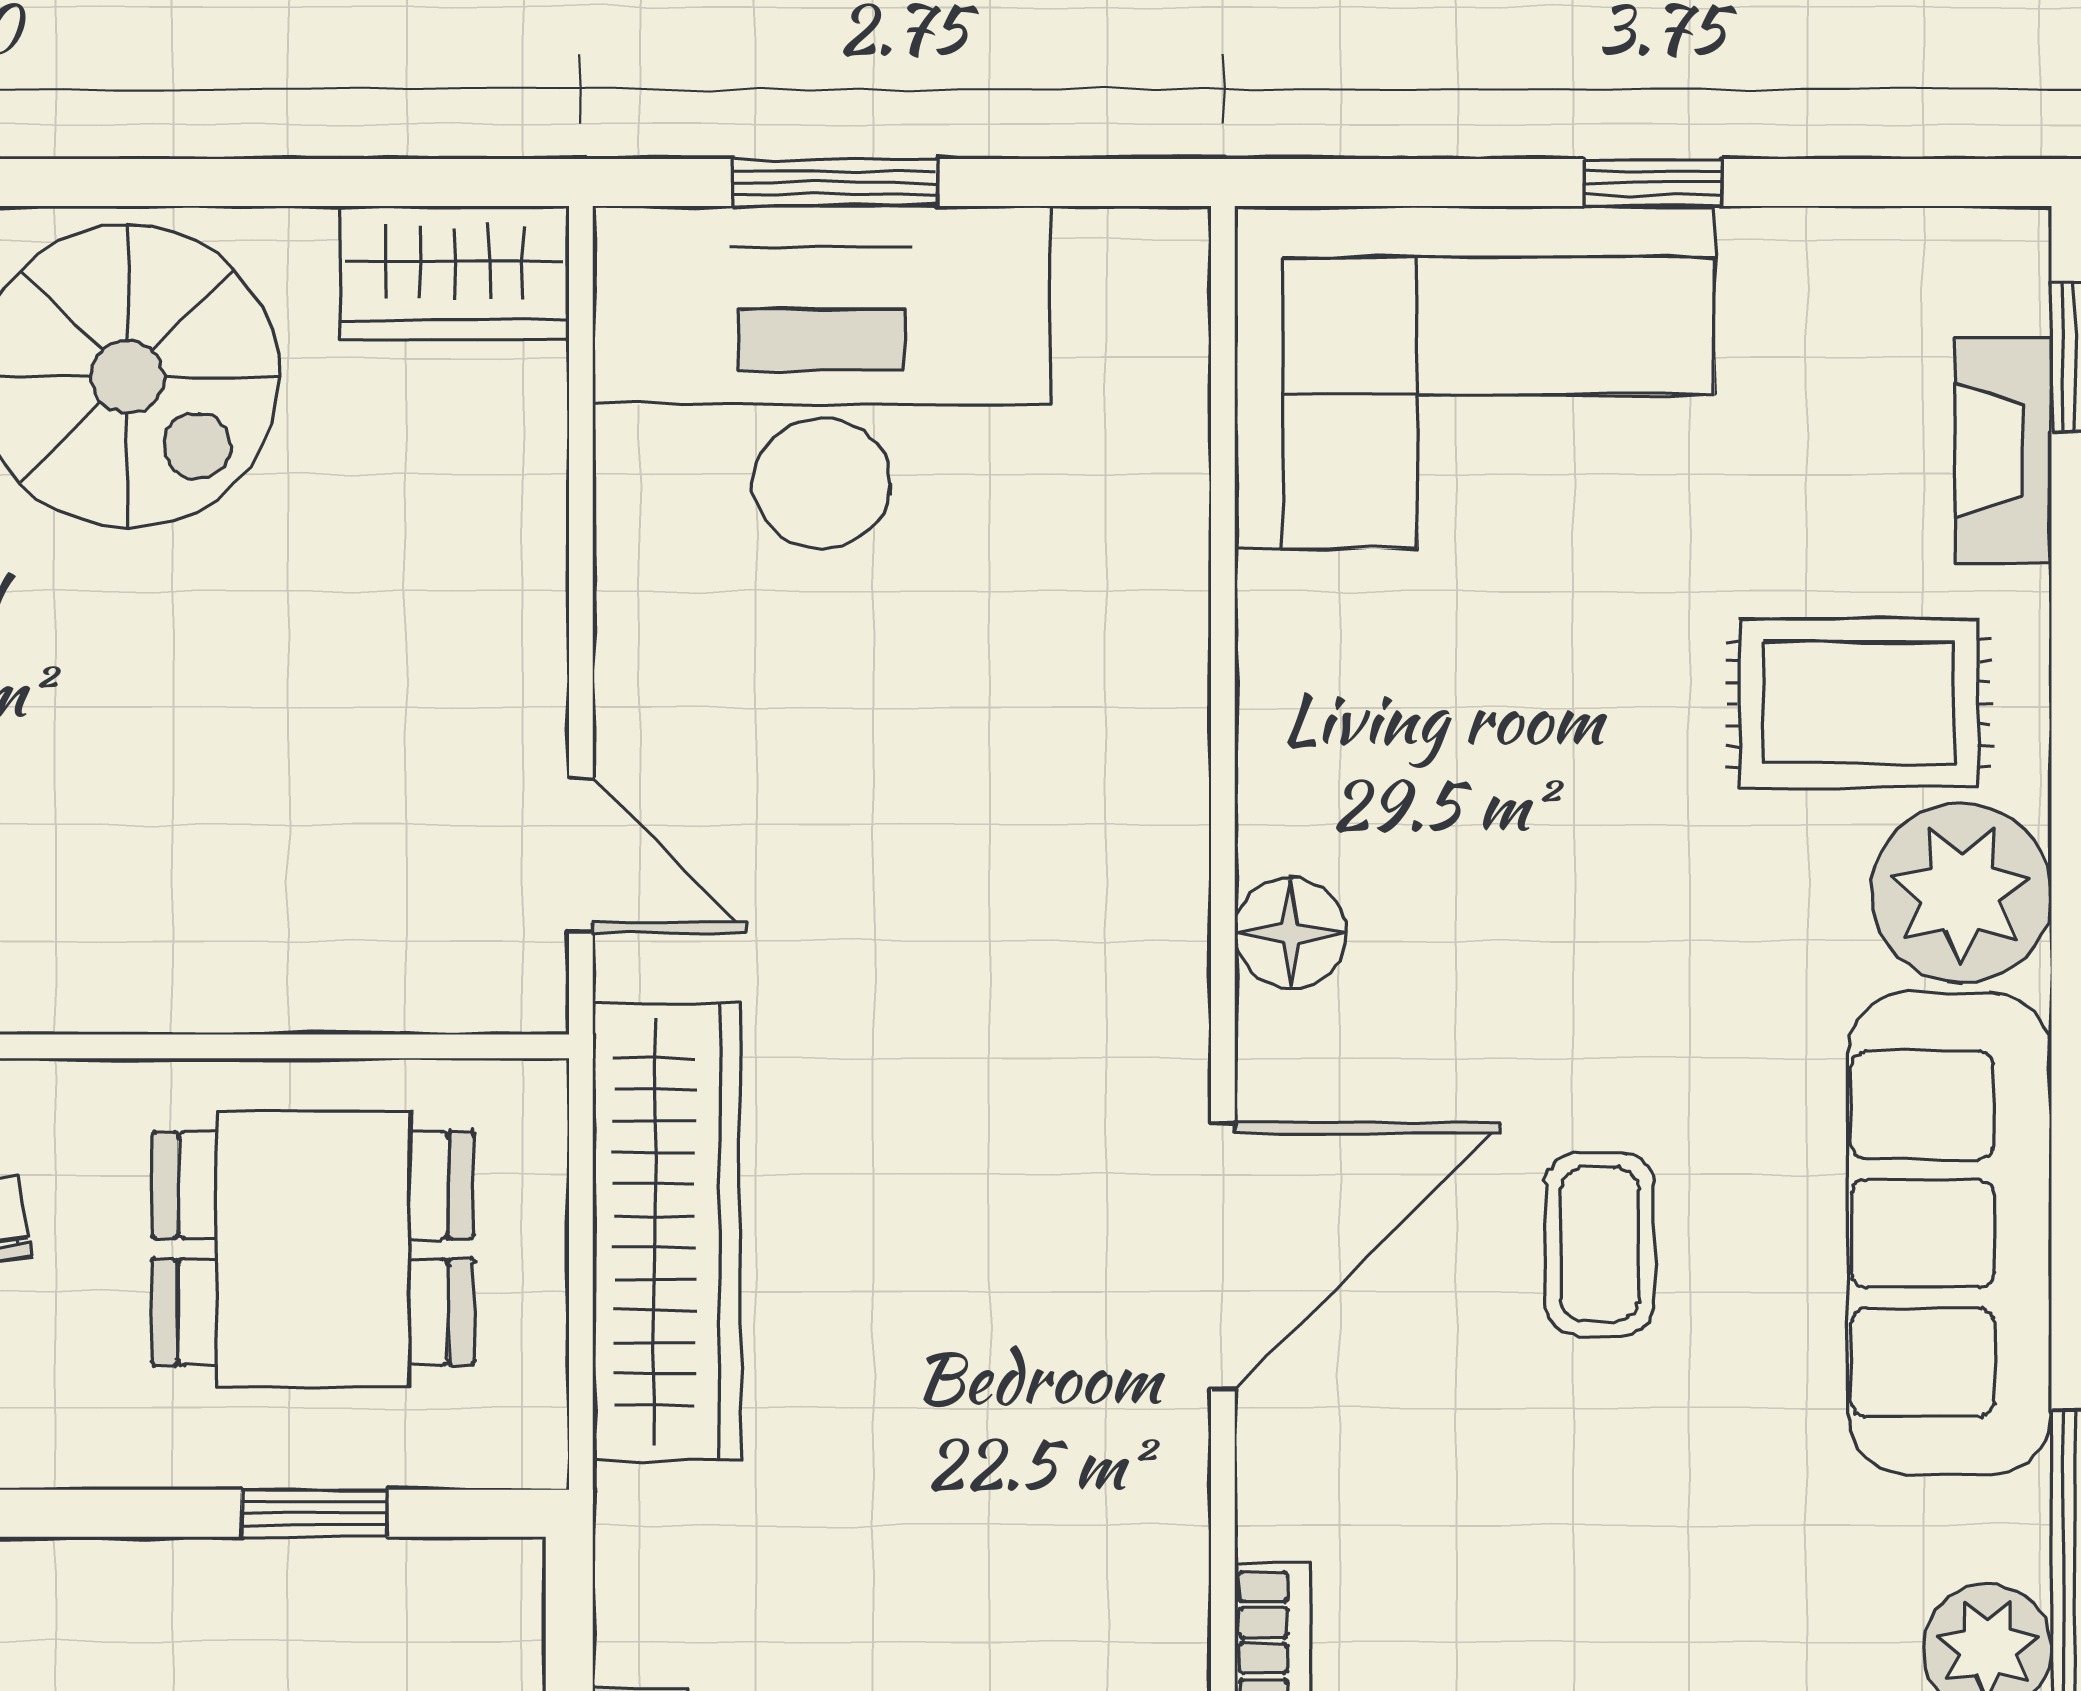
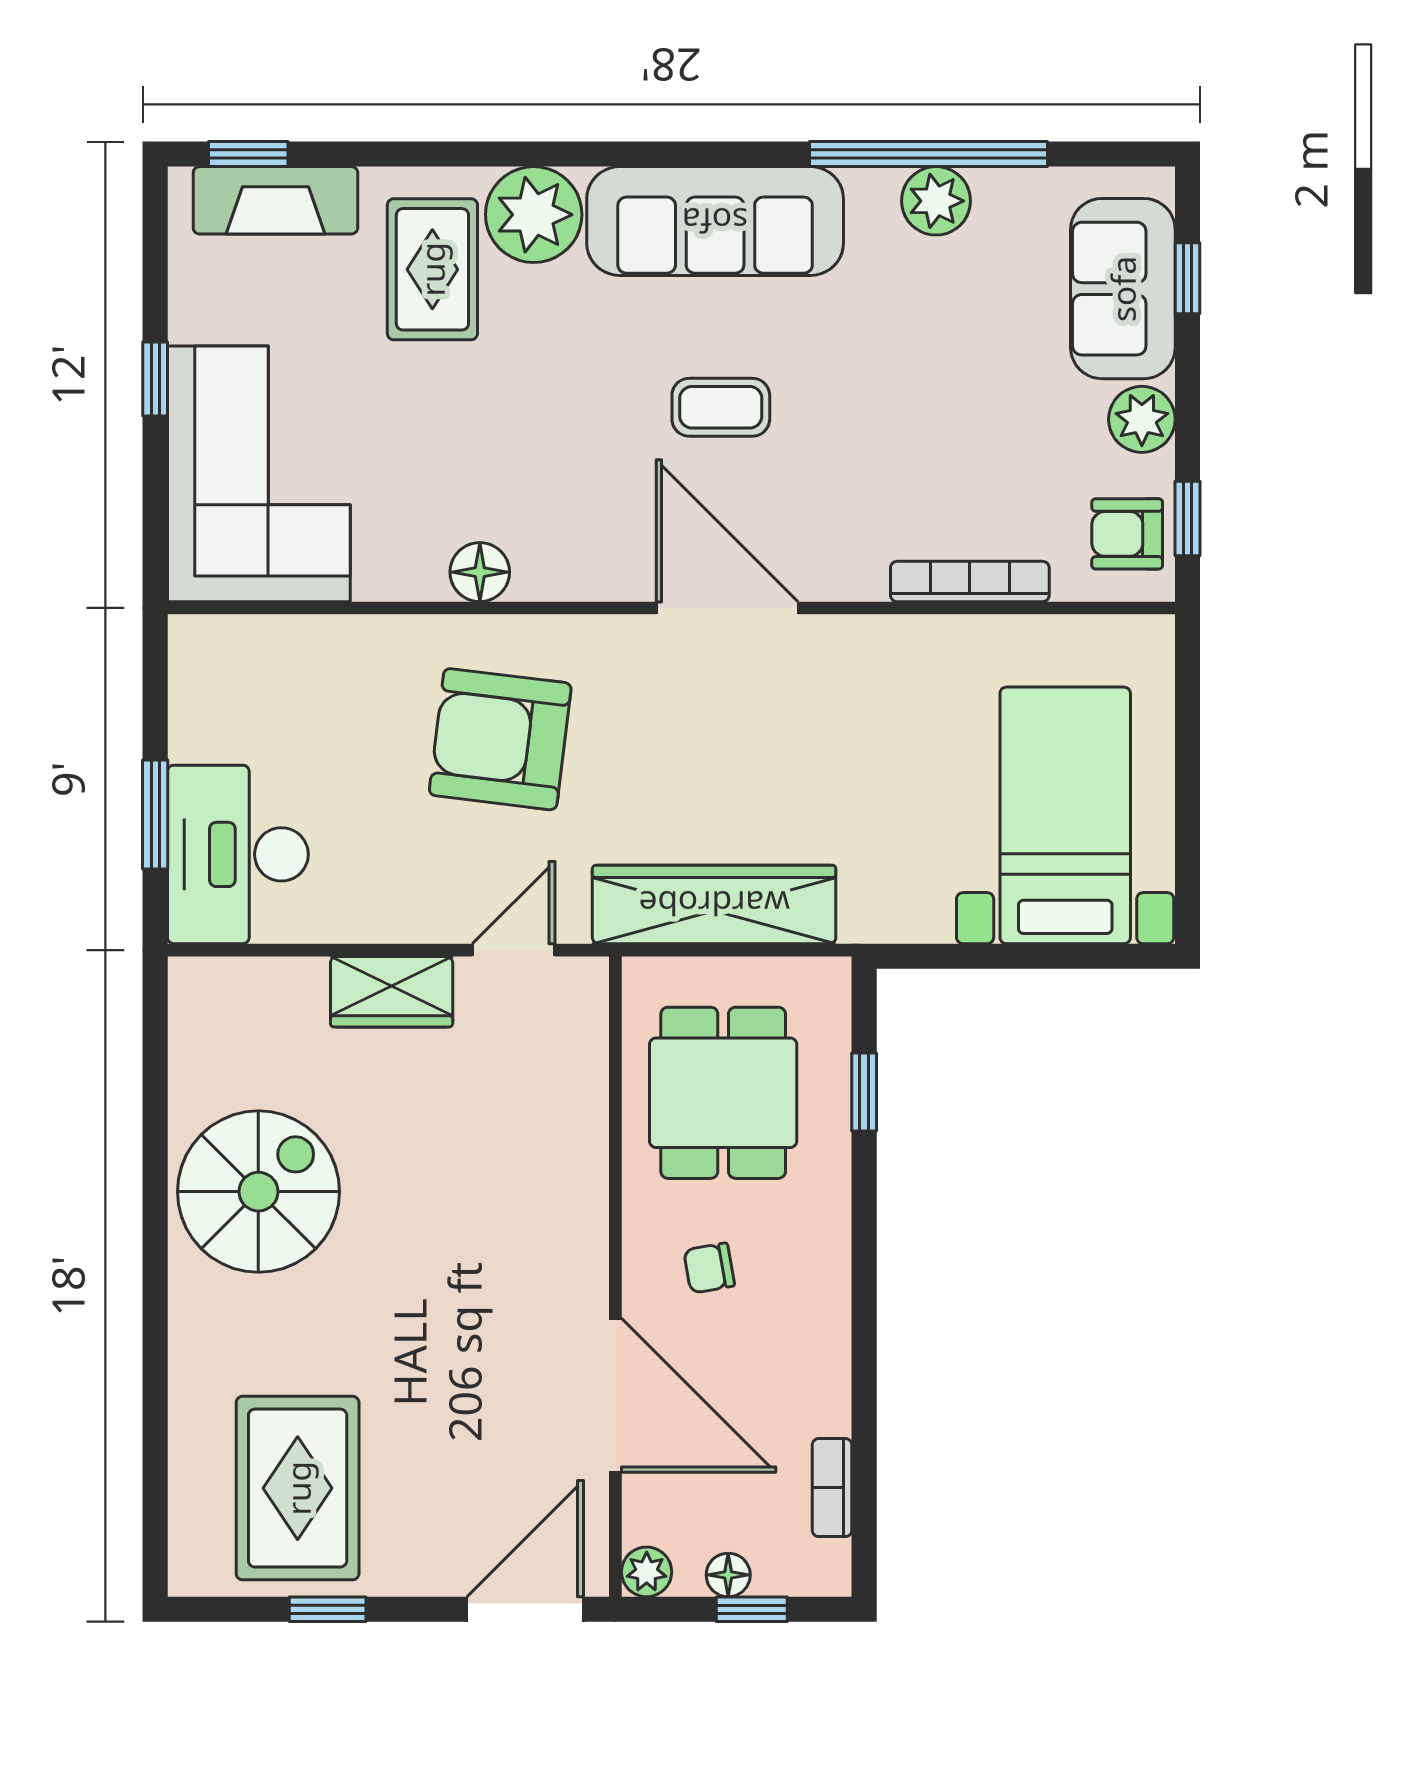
wardrobe: (455, 272) -> (392, 992), moved, turned 90
desk: (821, 377) -> (238, 854), width x0.73, depth x0.77
fireplace: (2004, 450) -> (275, 200), width x1.37, depth x1.32
armchair: (977, 830) -> (500, 739), added
floor lamp: (1290, 933) -> (480, 572), moved

